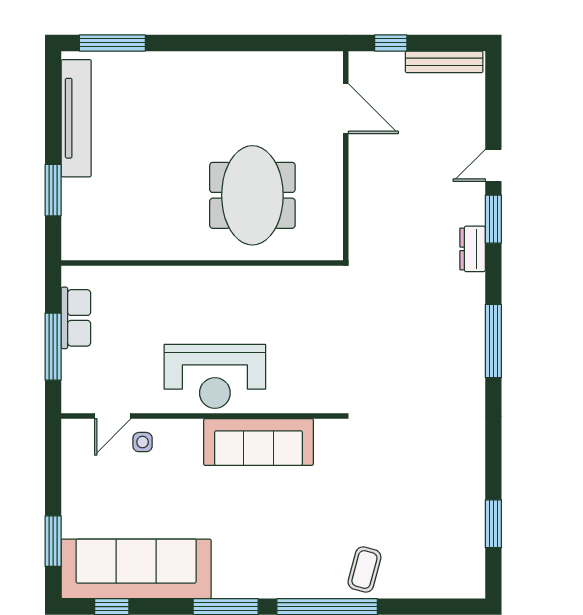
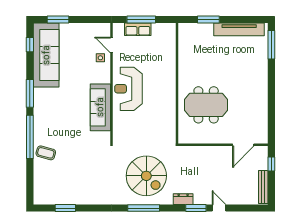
row of seats: (76, 318) -> (138, 29), moved
spiral stairs: (418, 335) -> (146, 176), added

